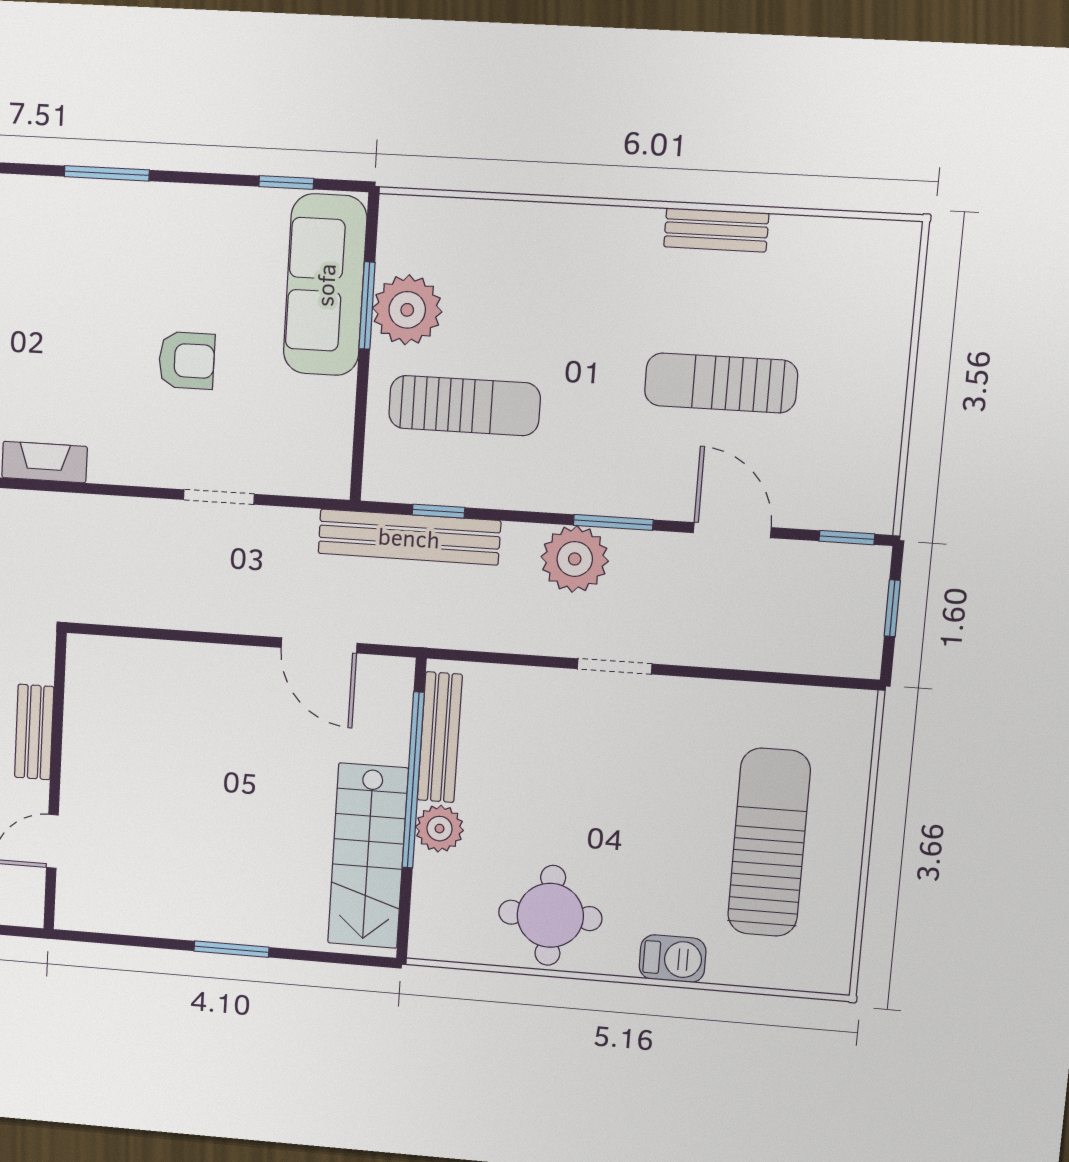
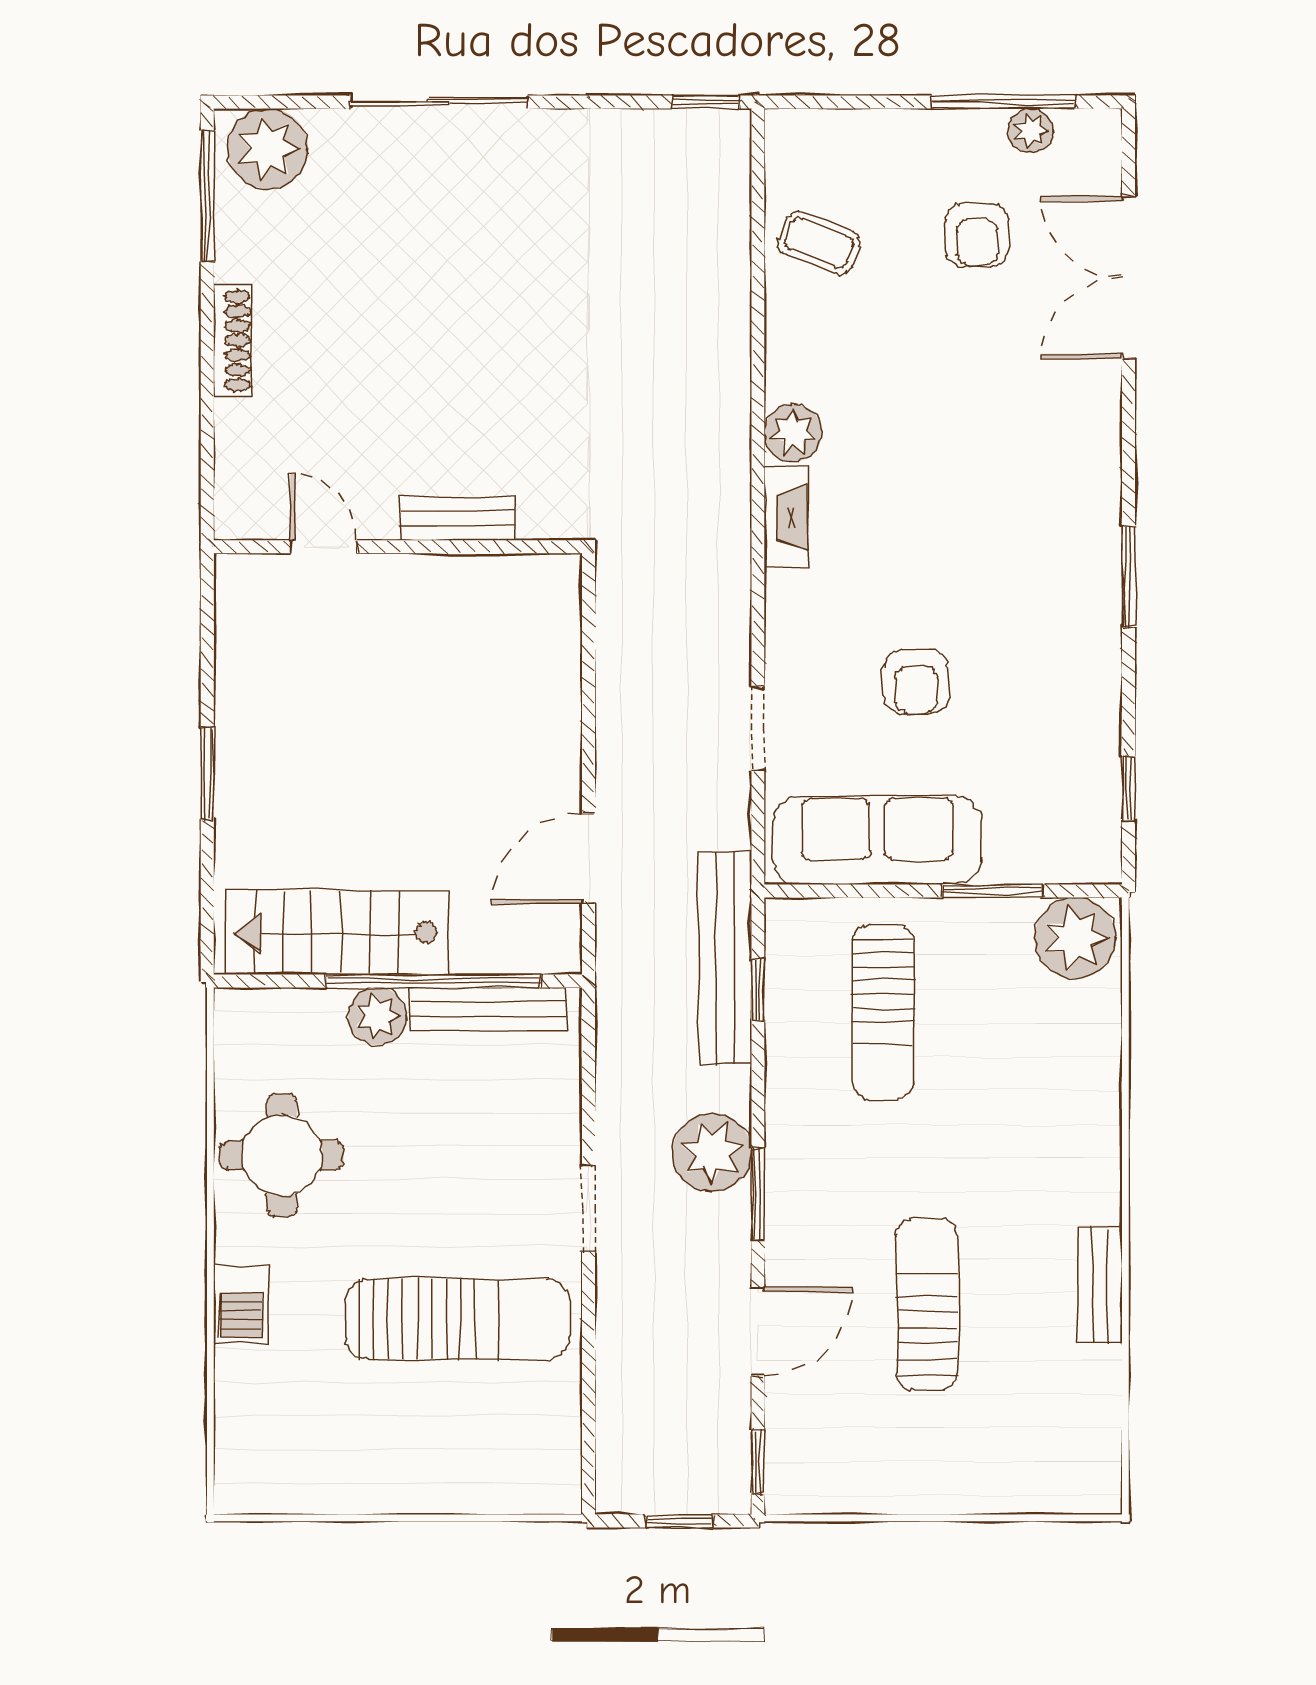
sofa: (325, 285) -> (877, 840), moved
plant: (407, 310) -> (1075, 938), moved
sun lounger: (769, 842) -> (457, 1319), moved

